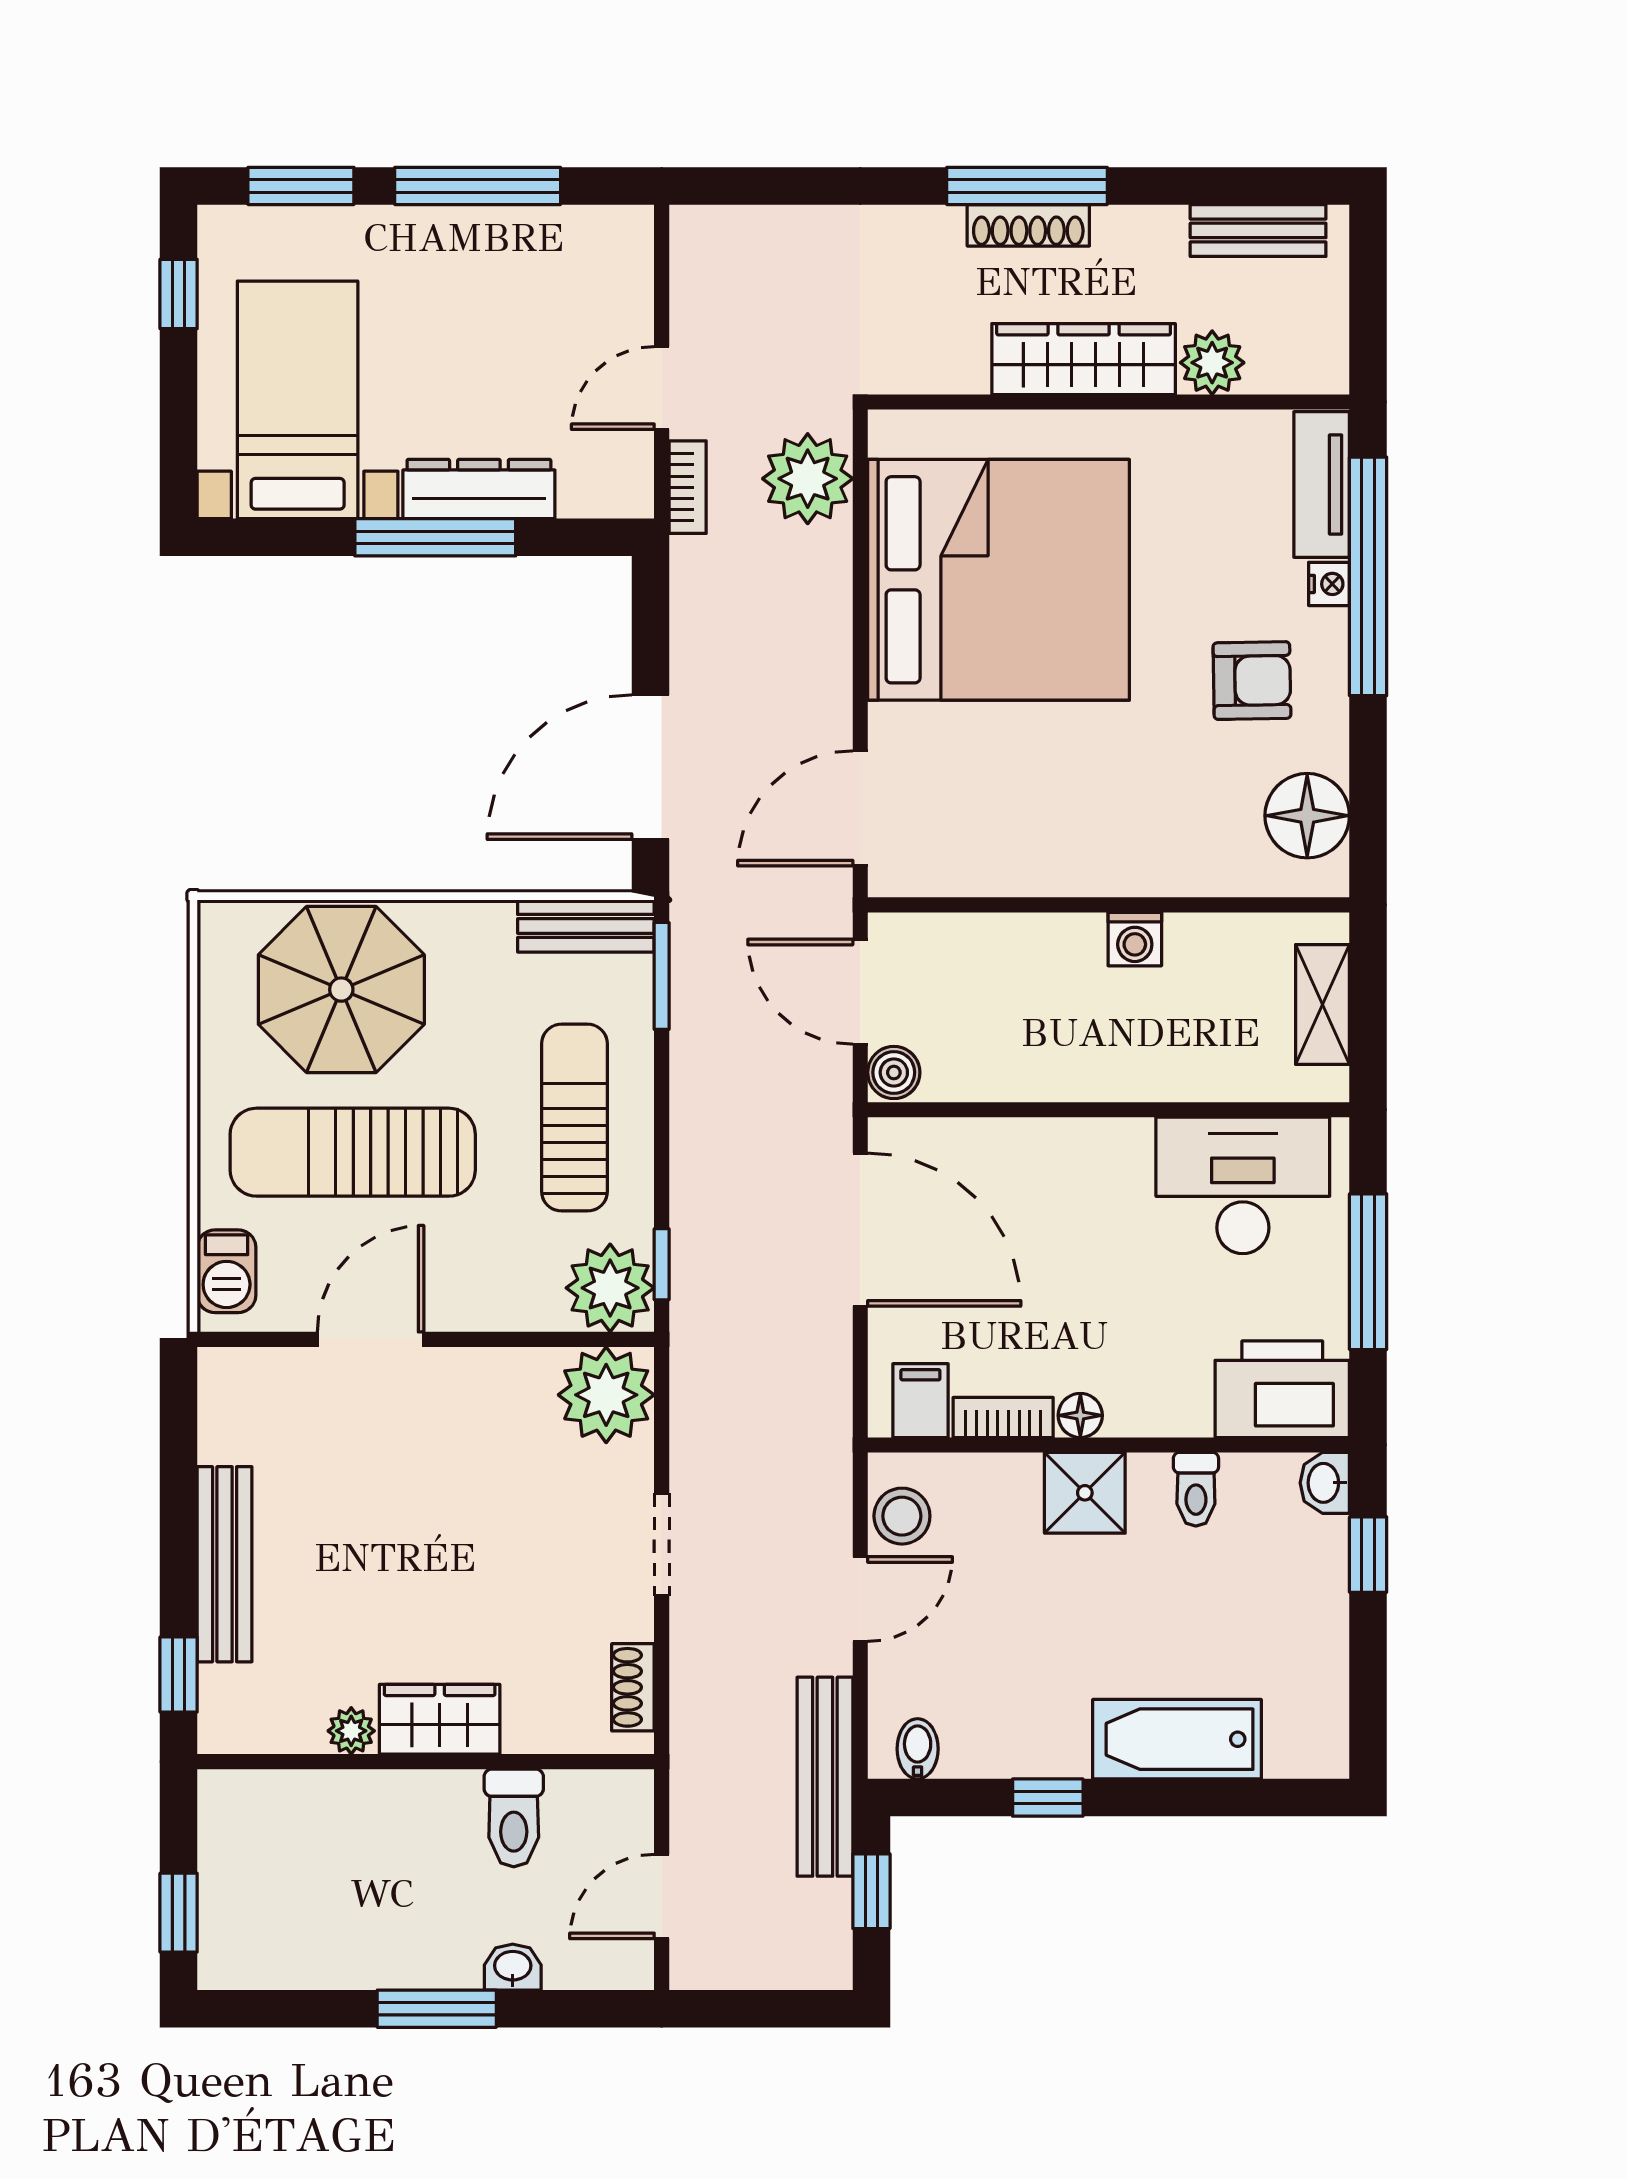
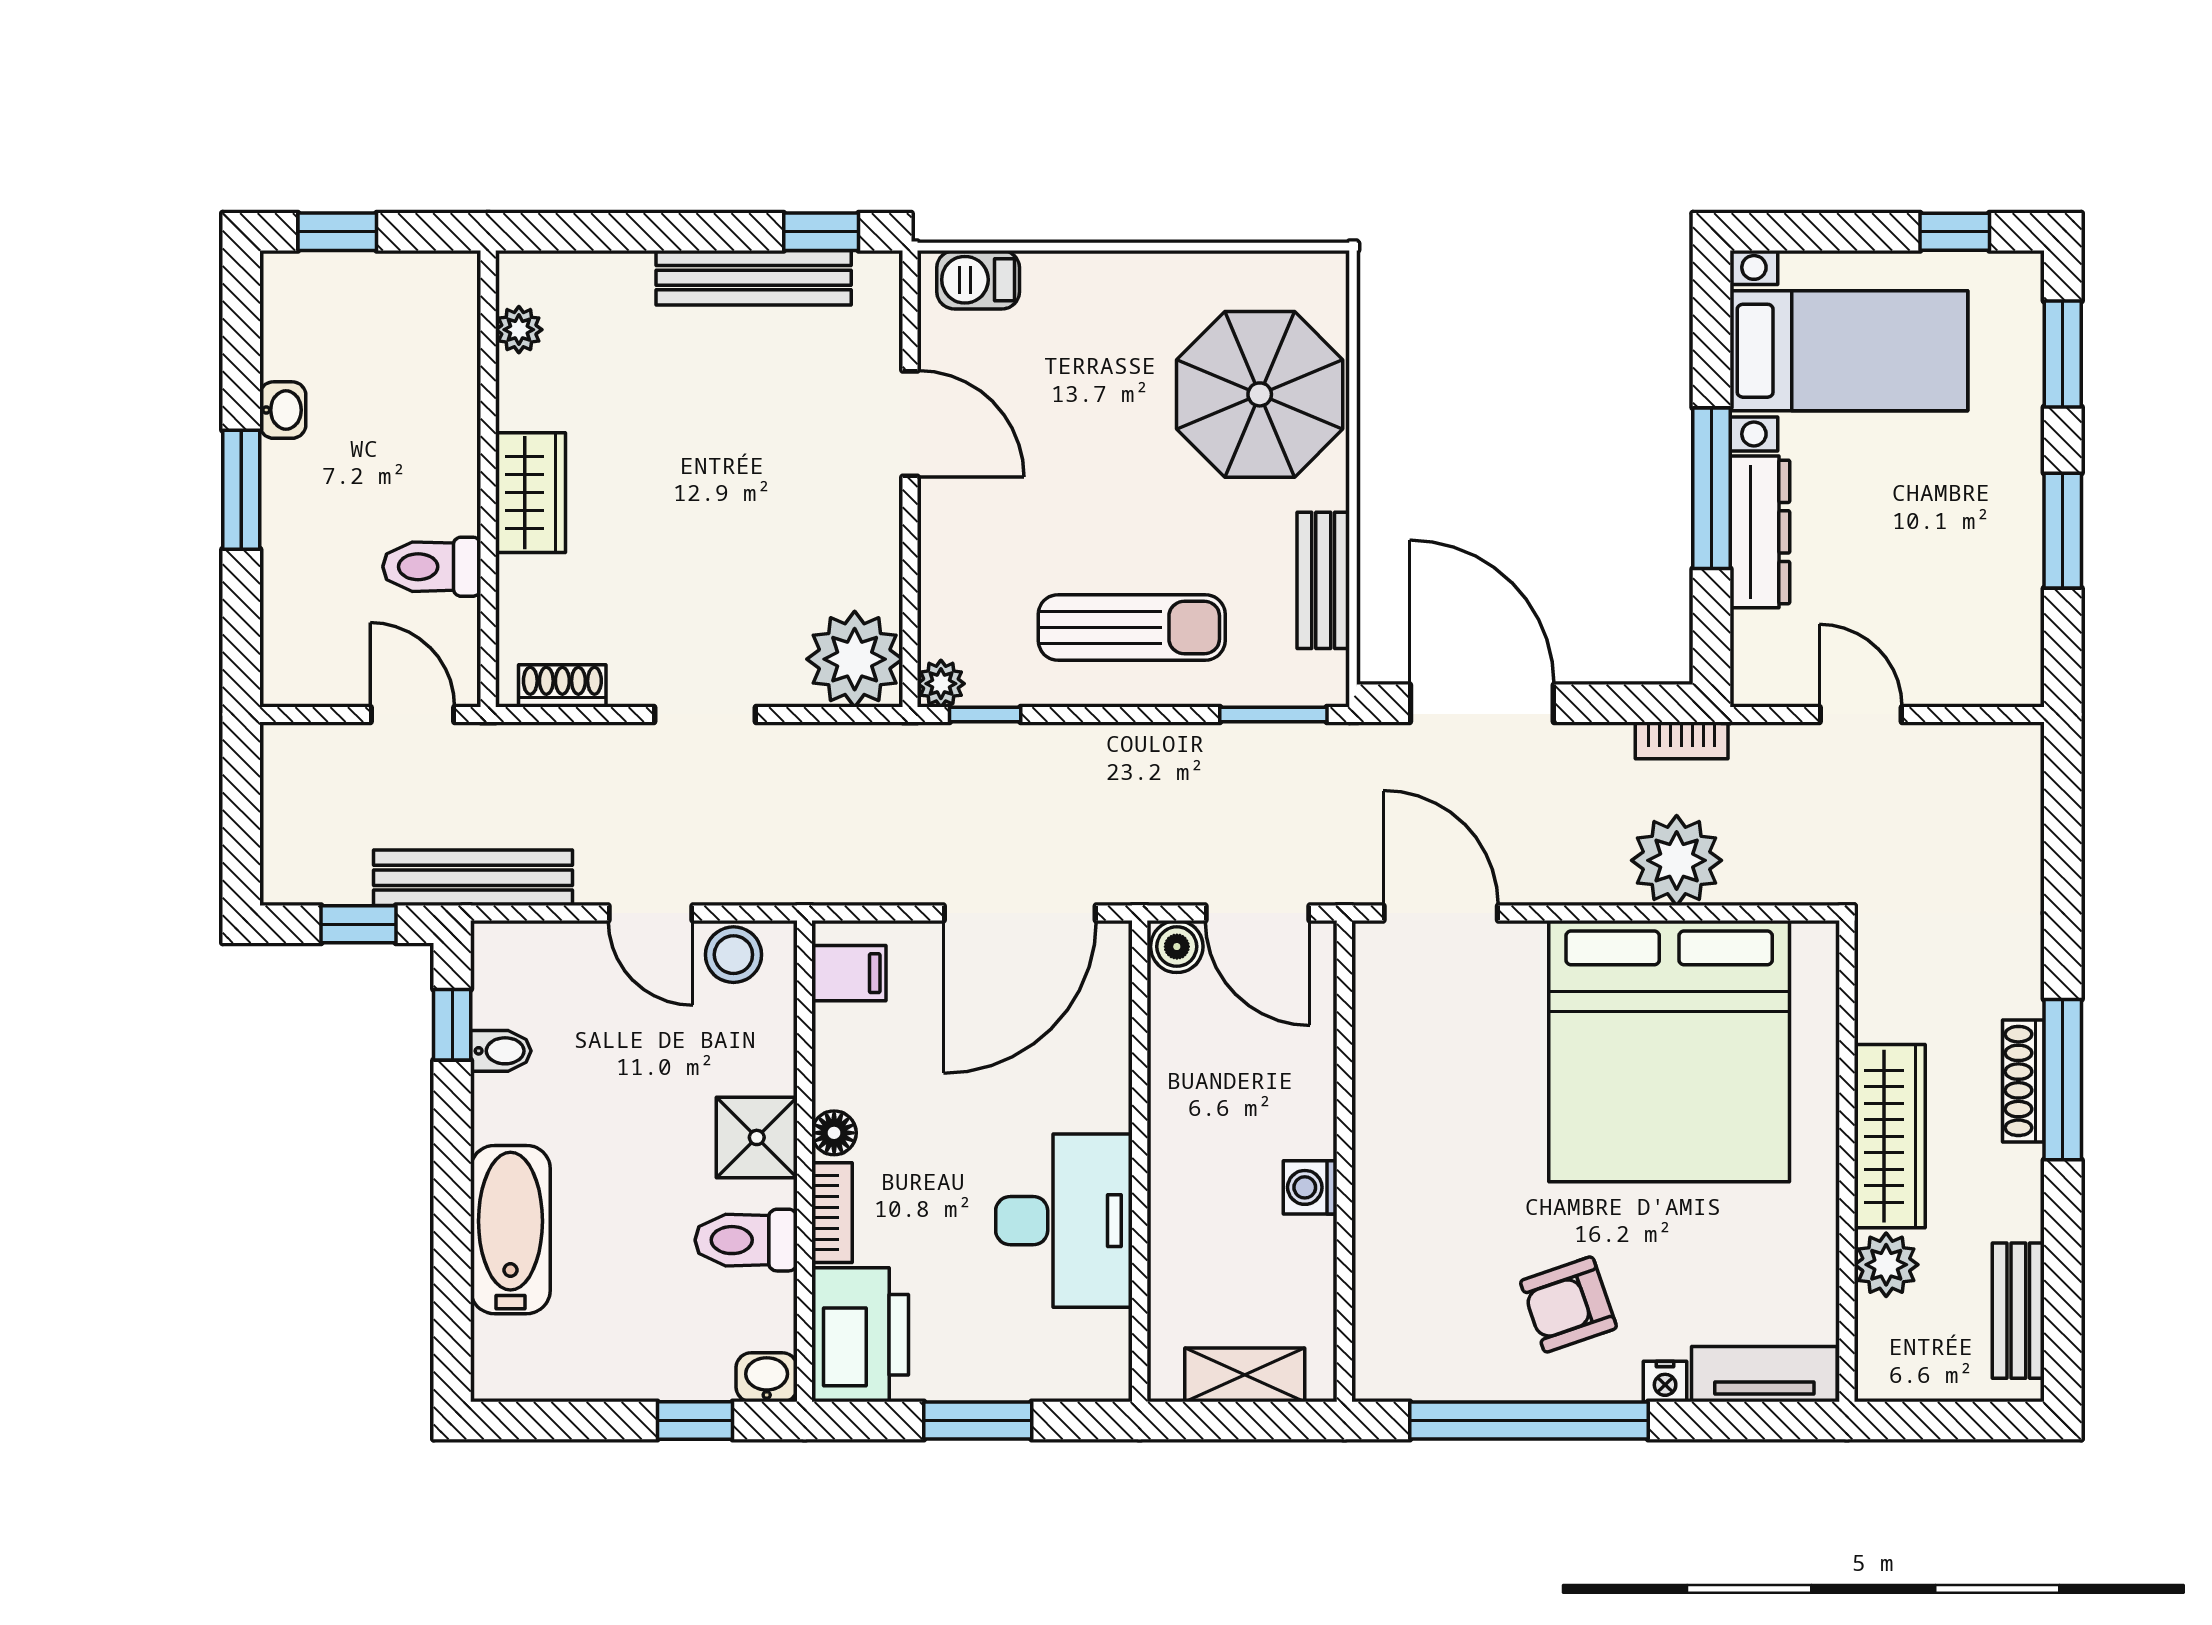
window: (478, 186) -> (2063, 531), width x0.69
plant: (808, 479) -> (1677, 860), moved
bookcase: (688, 487) -> (1682, 740), moved
window: (1368, 576) -> (1529, 1421), moved
armchair: (1252, 681) -> (1568, 1304), turned 72
floor lamp: (1307, 816) -> (1433, 1360), removed
bench: (586, 926) -> (1323, 580), moved
door: (860, 992) -> (1258, 913), swing flipped
sun lounger: (353, 1152) -> (1097, 406), removed
desk: (1243, 1185) -> (1064, 1221), moved
window: (1368, 1272) -> (978, 1421), width x0.69
plant: (610, 1288) -> (941, 684), width x0.53, depth x0.53
bookcase: (1003, 1417) -> (832, 1213), moved
toilet: (1196, 1489) -> (746, 1240), width x1.37, depth x1.39
bench: (225, 1564) -> (754, 278), moved
window: (179, 1674) -> (821, 232), moved
plant: (351, 1731) -> (519, 330), moved
bidet: (918, 1749) -> (501, 1051), moved
window: (1048, 1798) -> (452, 1025), moved
door: (662, 1896) -> (412, 714), moved
washbasin: (513, 1967) -> (283, 410), moved

